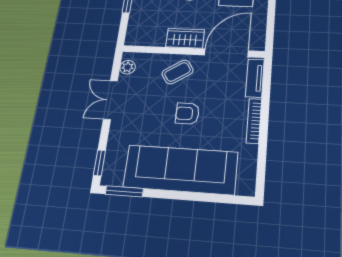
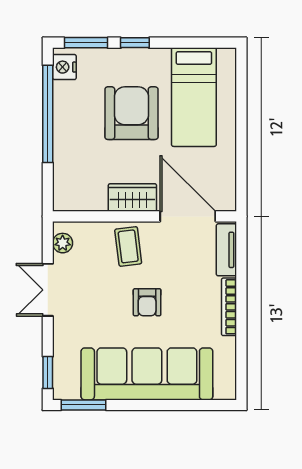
door: (226, 53) -> (188, 216), hinge flipped
coffee table: (178, 72) -> (128, 246), turned -63
armchair: (187, 113) -> (147, 302), turned -90

